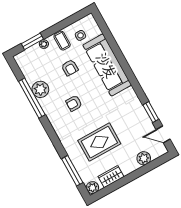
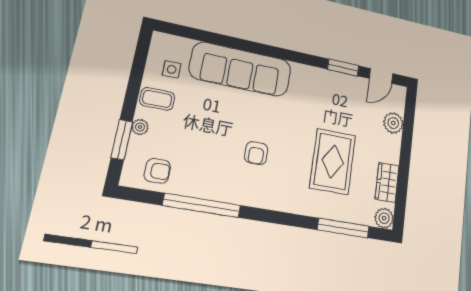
armchair: (70, 68) -> (157, 171), moved
plant: (40, 89) -> (200, 183), removed

